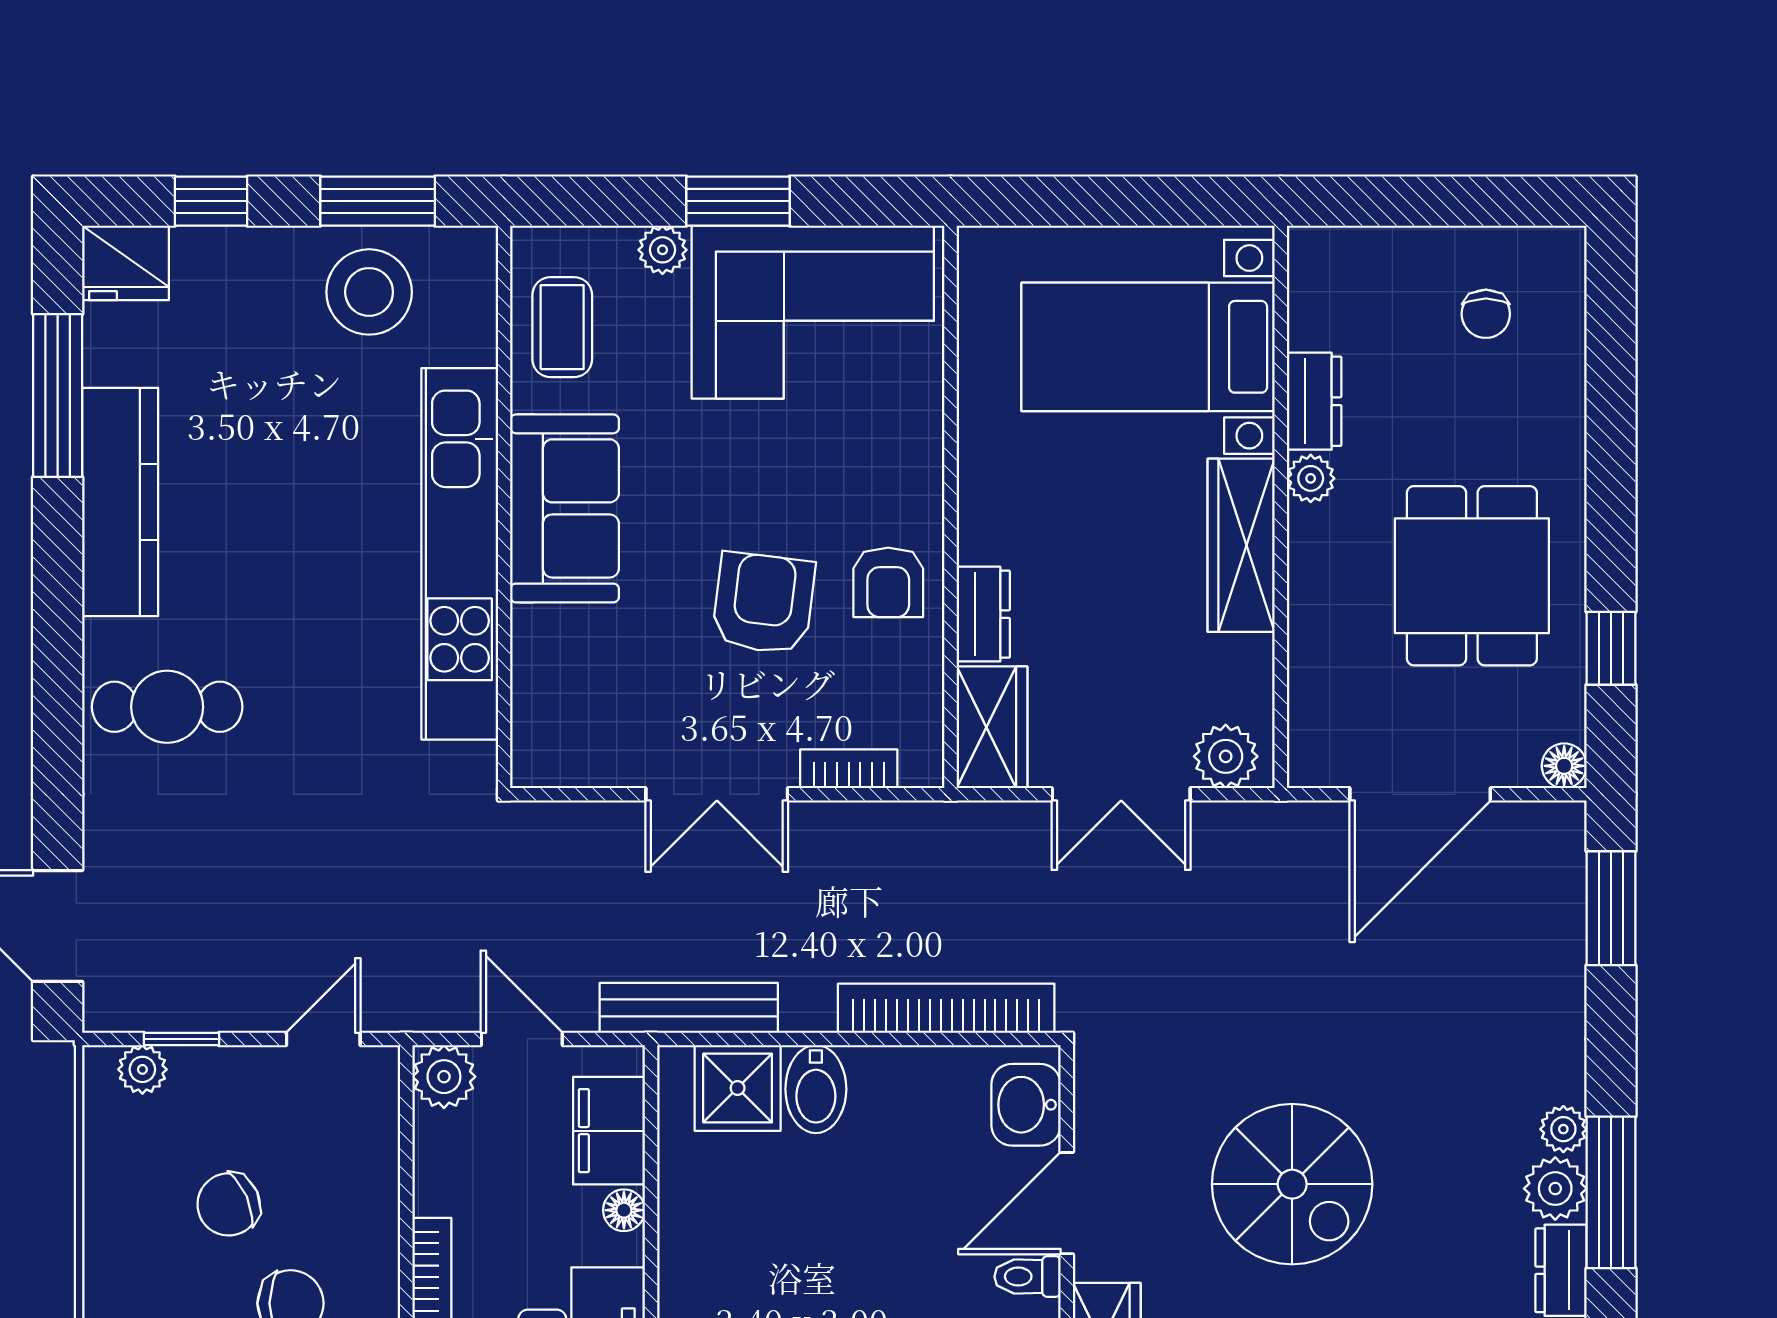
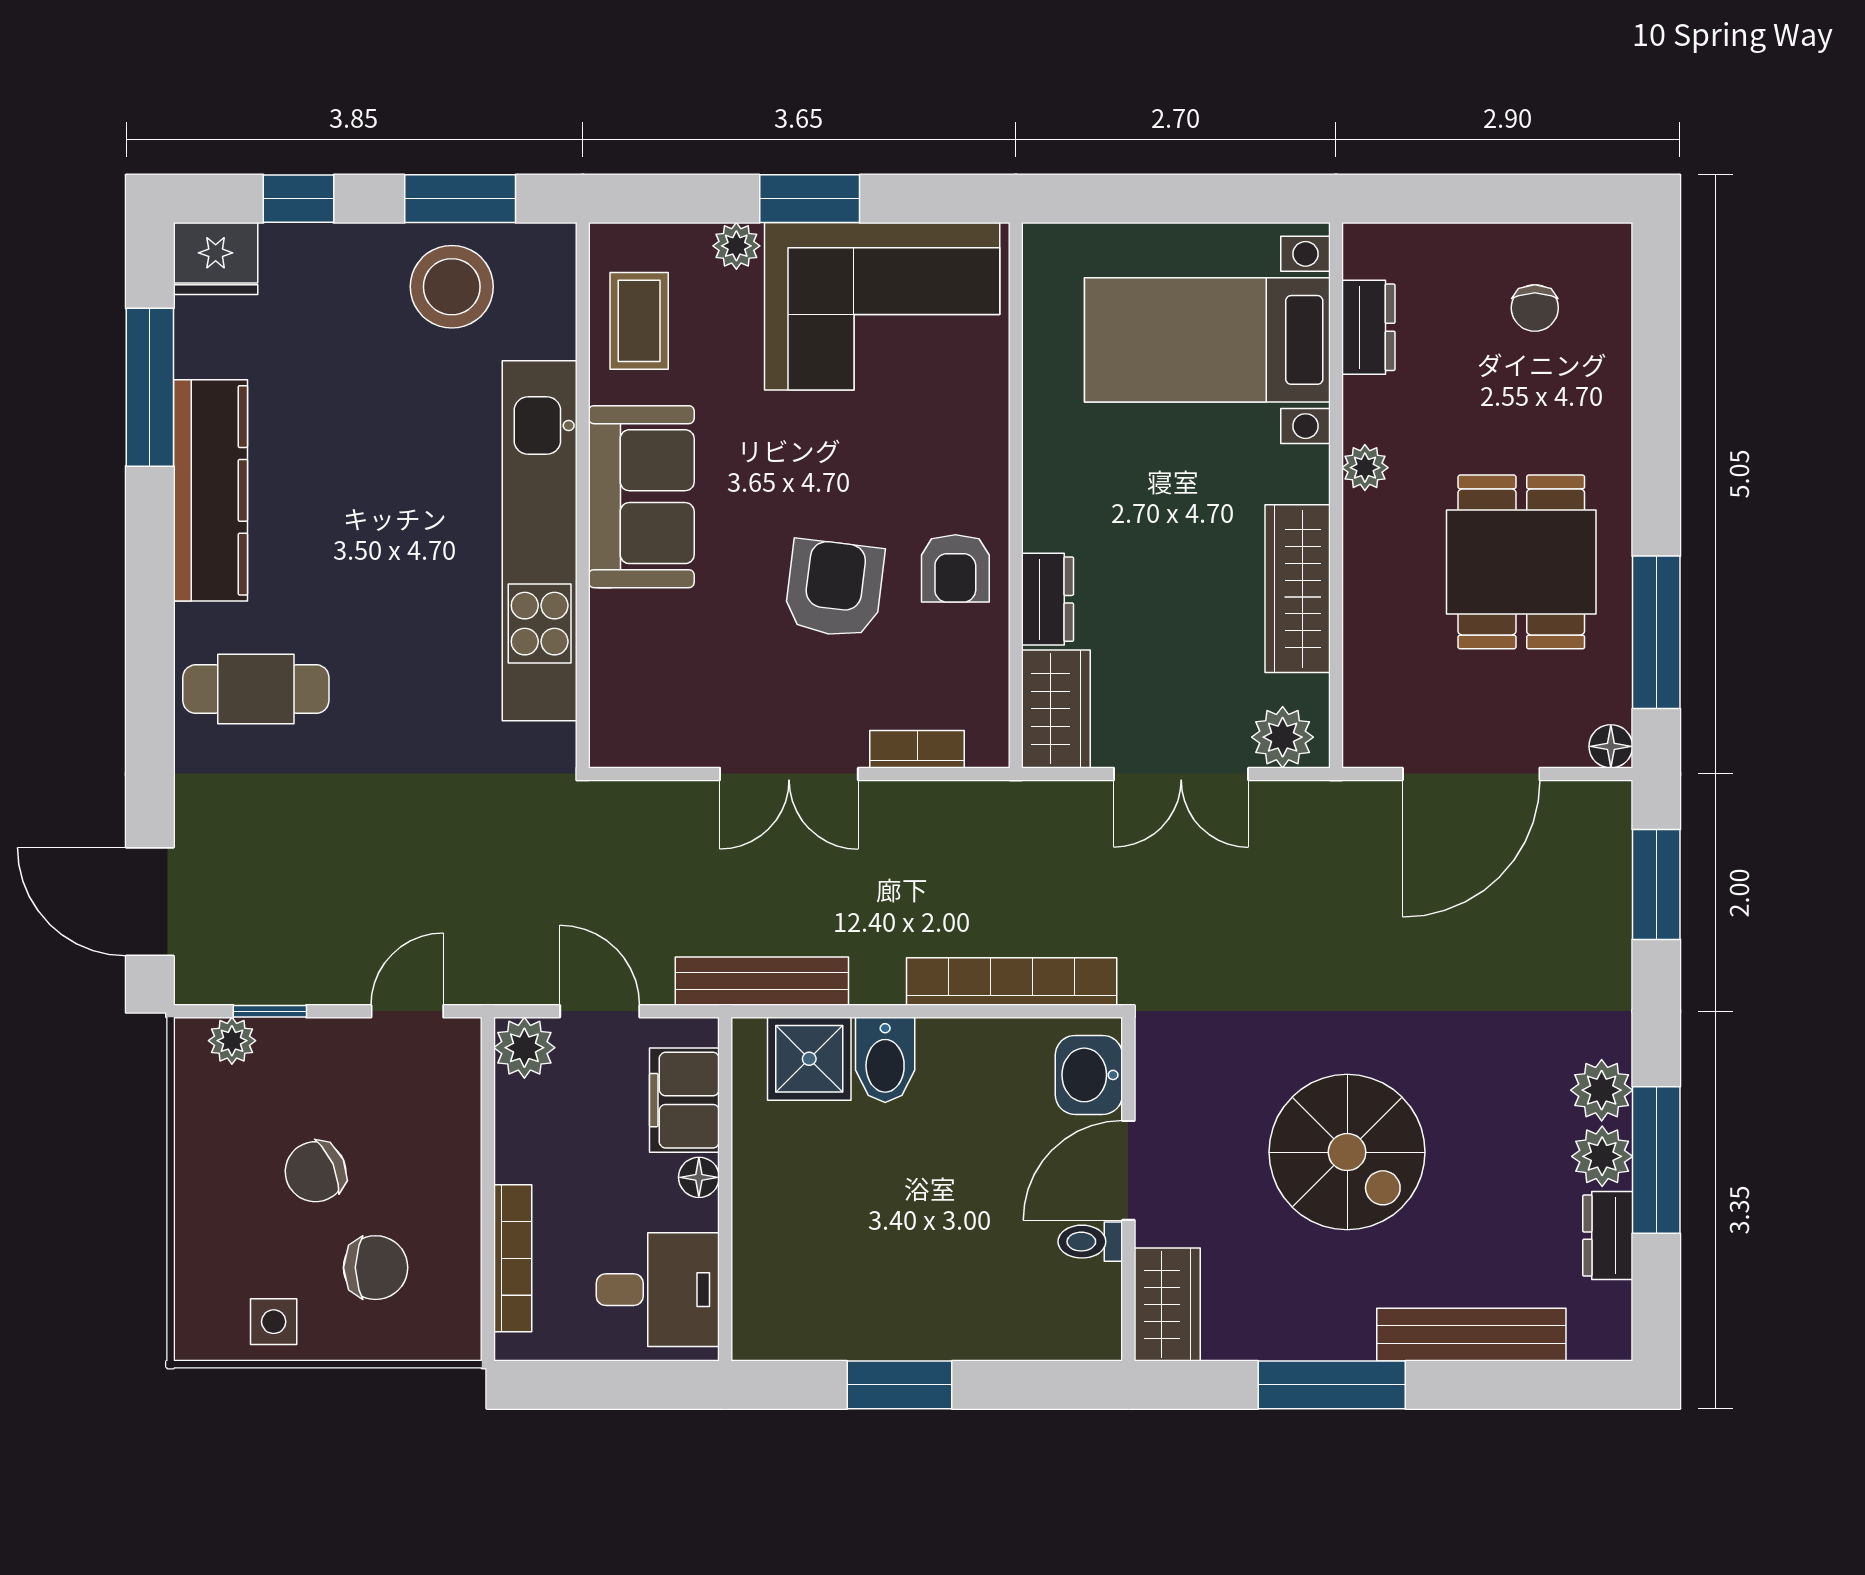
dresser: (1314, 401) -> (1368, 327), moved
wardrobe: (1241, 545) -> (1298, 589), moved
window: (1611, 648) -> (1656, 632), width x2.17
plant: (1563, 1129) -> (1602, 1090), width x1.38, depth x1.38

